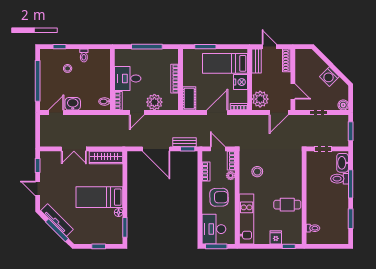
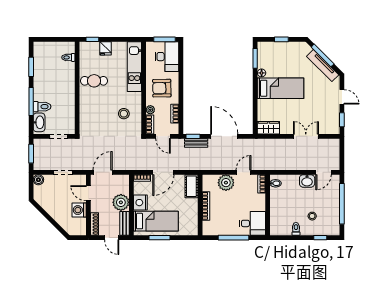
window: (205, 47) -> (160, 238), moved
washing machine: (329, 77) -> (79, 210), moved, turned -135
desk: (128, 78) -> (252, 223), moved
plant: (260, 99) -> (121, 202), moved
wardrobe: (106, 157) -> (268, 128), width x0.67

